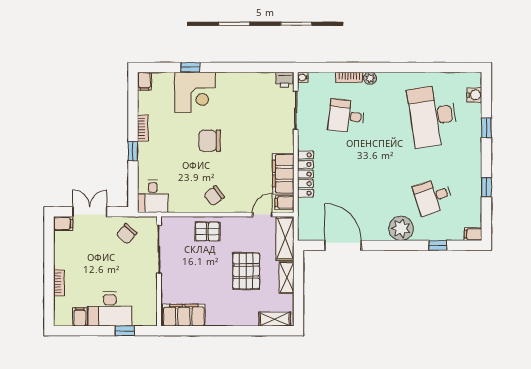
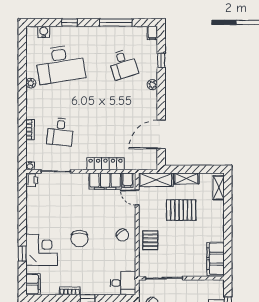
plant: (370, 78) -> (31, 83), moved
filing cabinet: (144, 81) -> (33, 284), width x2.00
window: (486, 187) -> (116, 23), width x2.17
plant: (401, 228) -> (152, 85), width x0.53, depth x0.53

